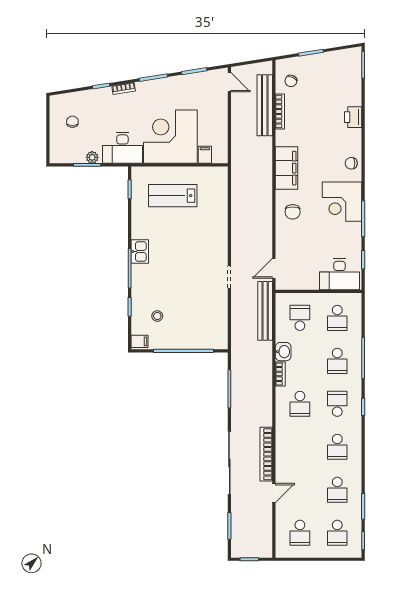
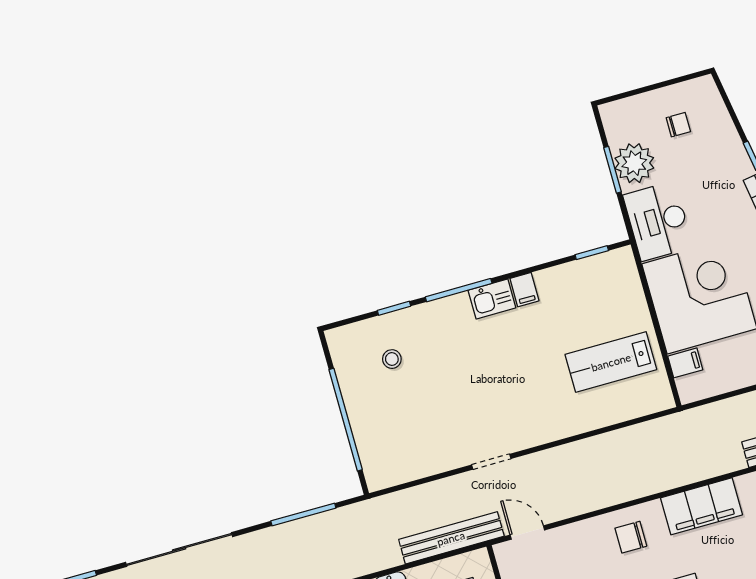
plant: (92, 157) -> (634, 163), width x1.88, depth x1.88
lab bench: (173, 196) -> (611, 362), moved, turned -90
filing cabinet: (140, 341) -> (524, 290), moved

